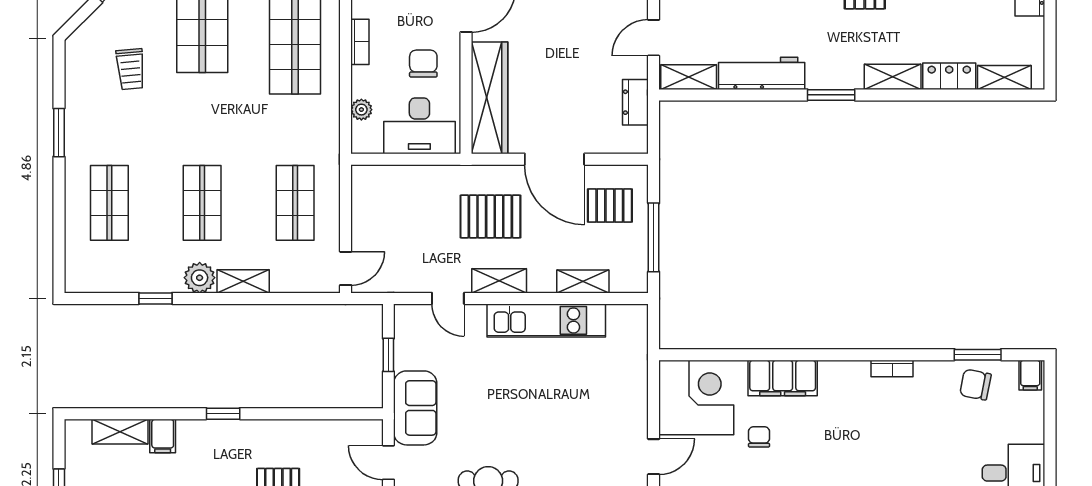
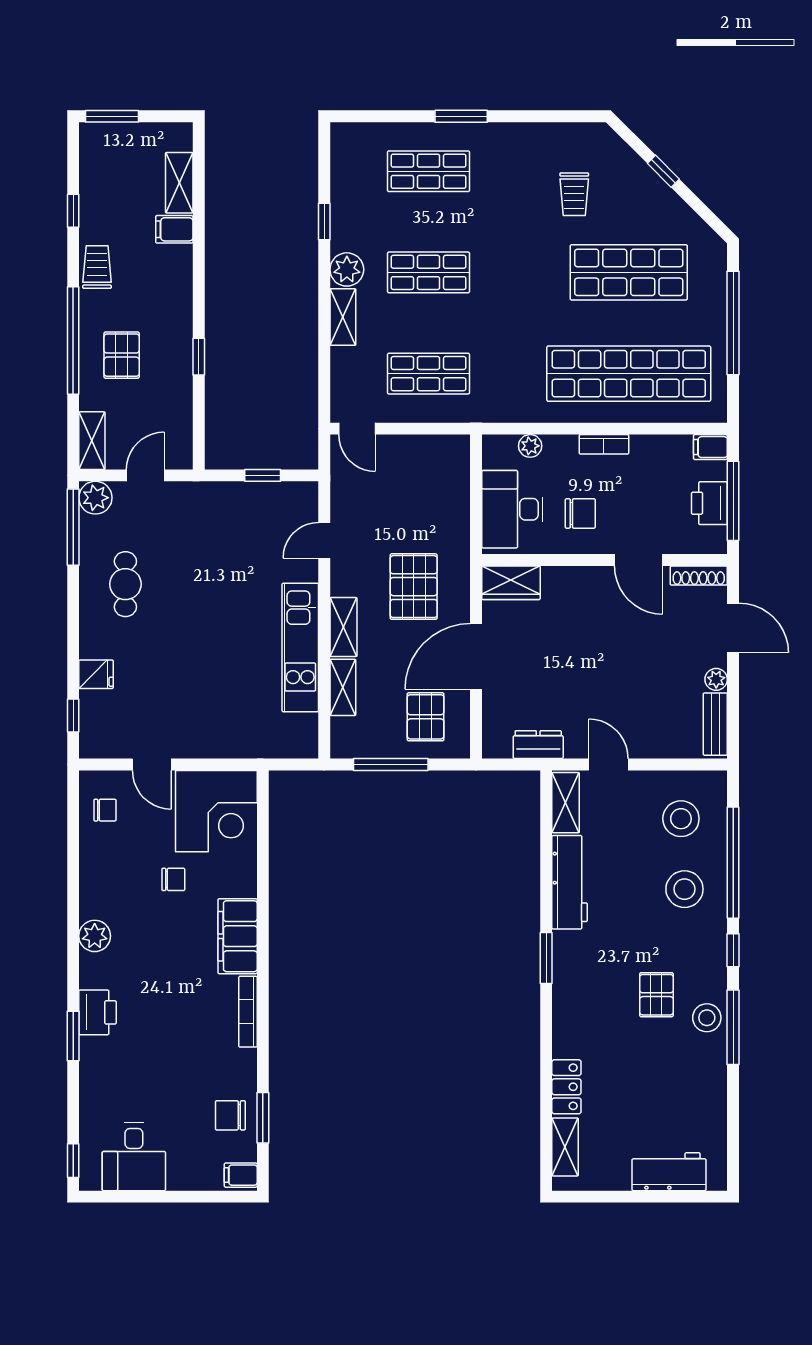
trolley: (130, 69) -> (574, 194), turned -85
shelving: (893, 77) -> (566, 1025), removed
wardrobe: (490, 98) -> (511, 583), width x0.48, depth x0.85
window: (59, 133) -> (461, 116), moved
shelving: (499, 281) -> (343, 627), moved
bookcase: (892, 368) -> (248, 1012), width x1.56
filing cabinet: (783, 378) -> (238, 936), moved
chair: (975, 385) -> (230, 1115), turned -101
sofa: (415, 408) -> (205, 505), removed
window: (223, 414) -> (199, 357), moved

